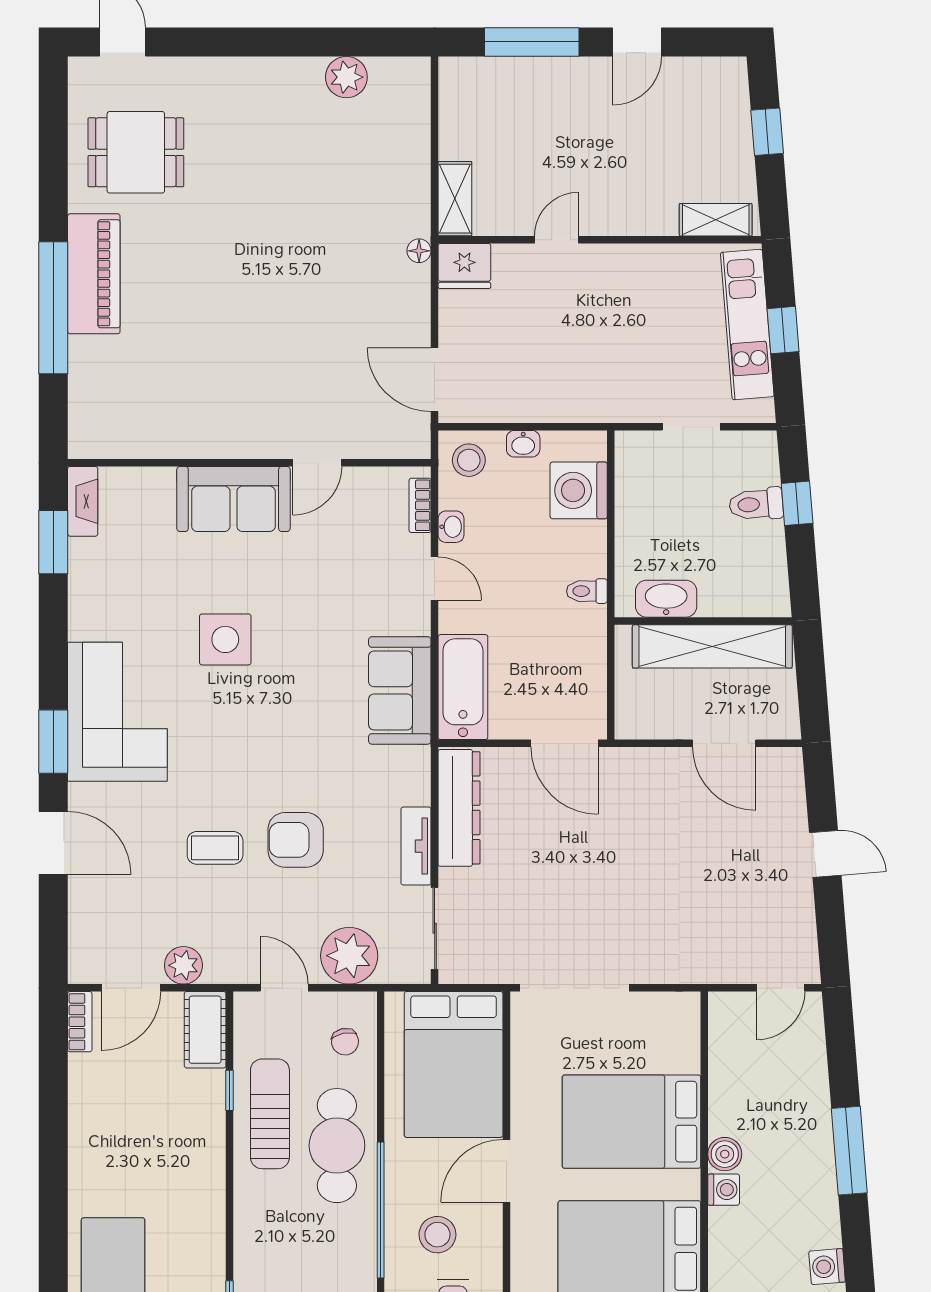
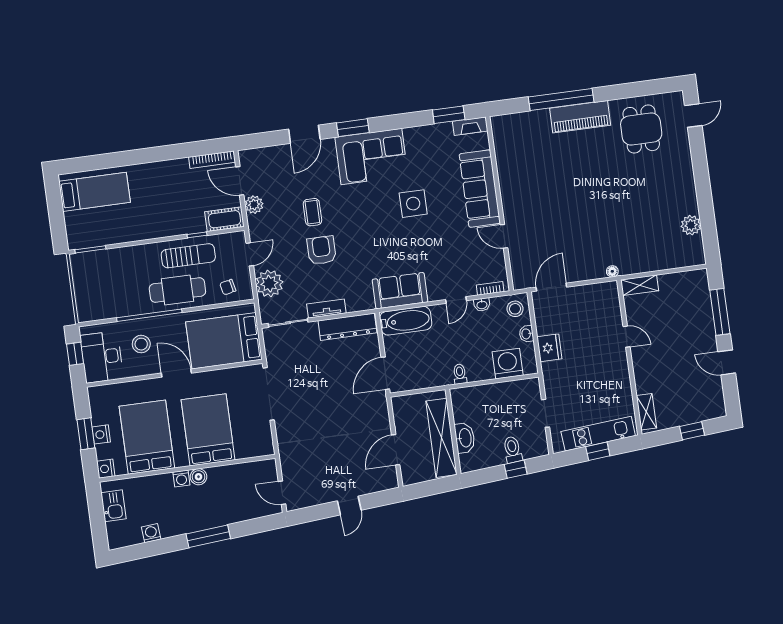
fridge: (464, 266) -> (549, 348), moved, turned 180
sofa: (233, 499) -> (480, 189), width x1.36
washbasin: (666, 599) -> (465, 438), moved
bookcase: (80, 1022) -> (212, 160), width x1.56

